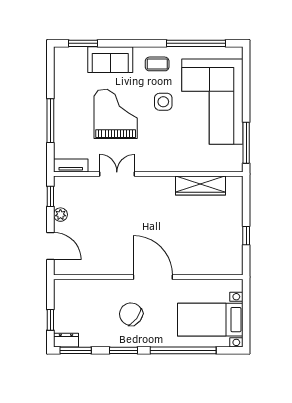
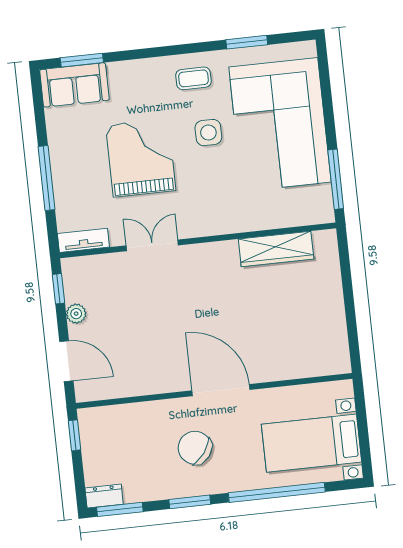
window: (196, 43) -> (247, 42), width x0.47
sofa: (110, 60) -> (74, 85), moved
window: (246, 236) -> (350, 315), removed
window: (50, 320) -> (74, 435), moved

